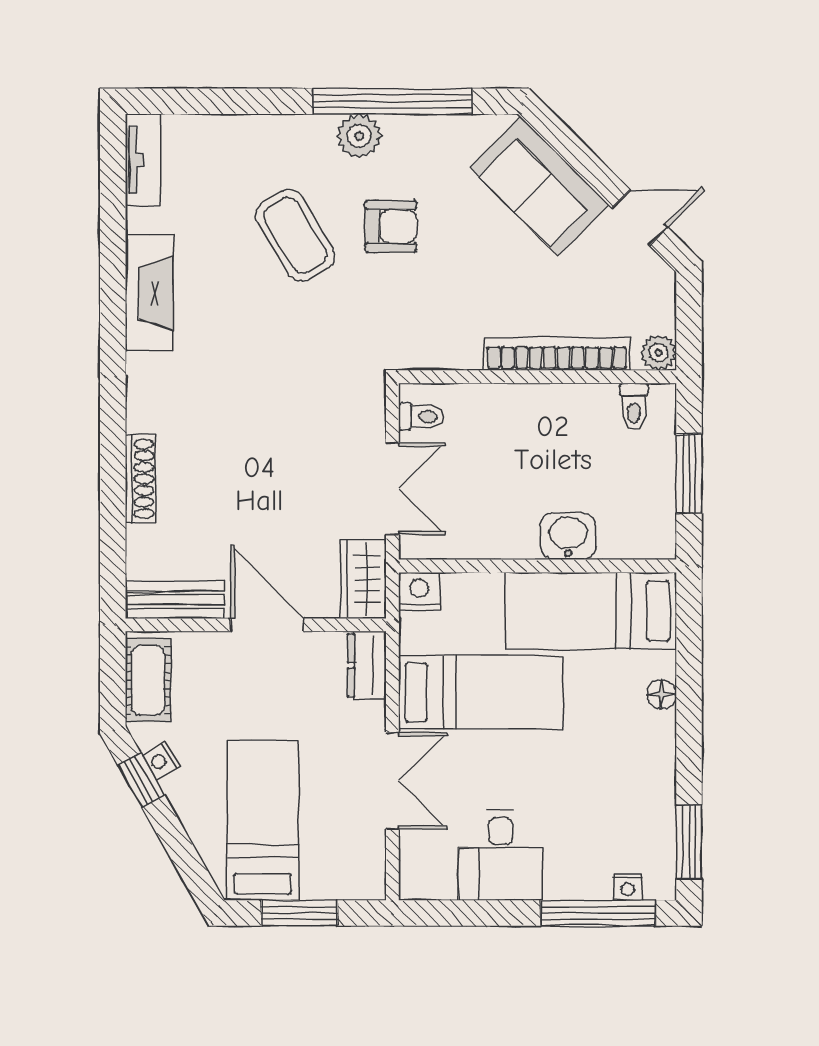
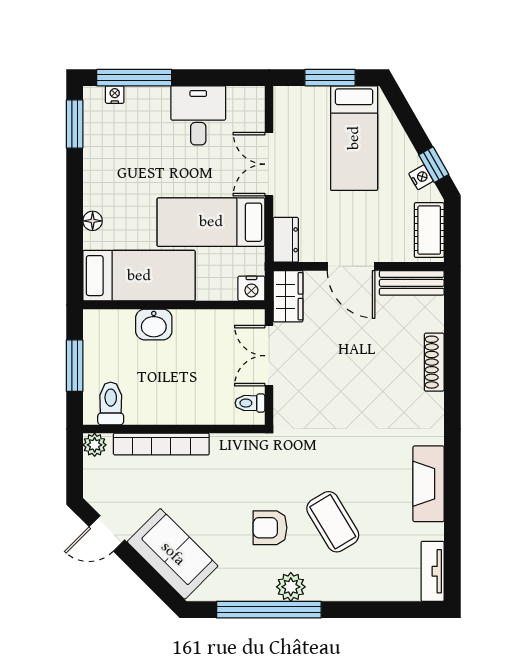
toilet: (634, 407) -> (111, 404), width x1.37, depth x1.39

